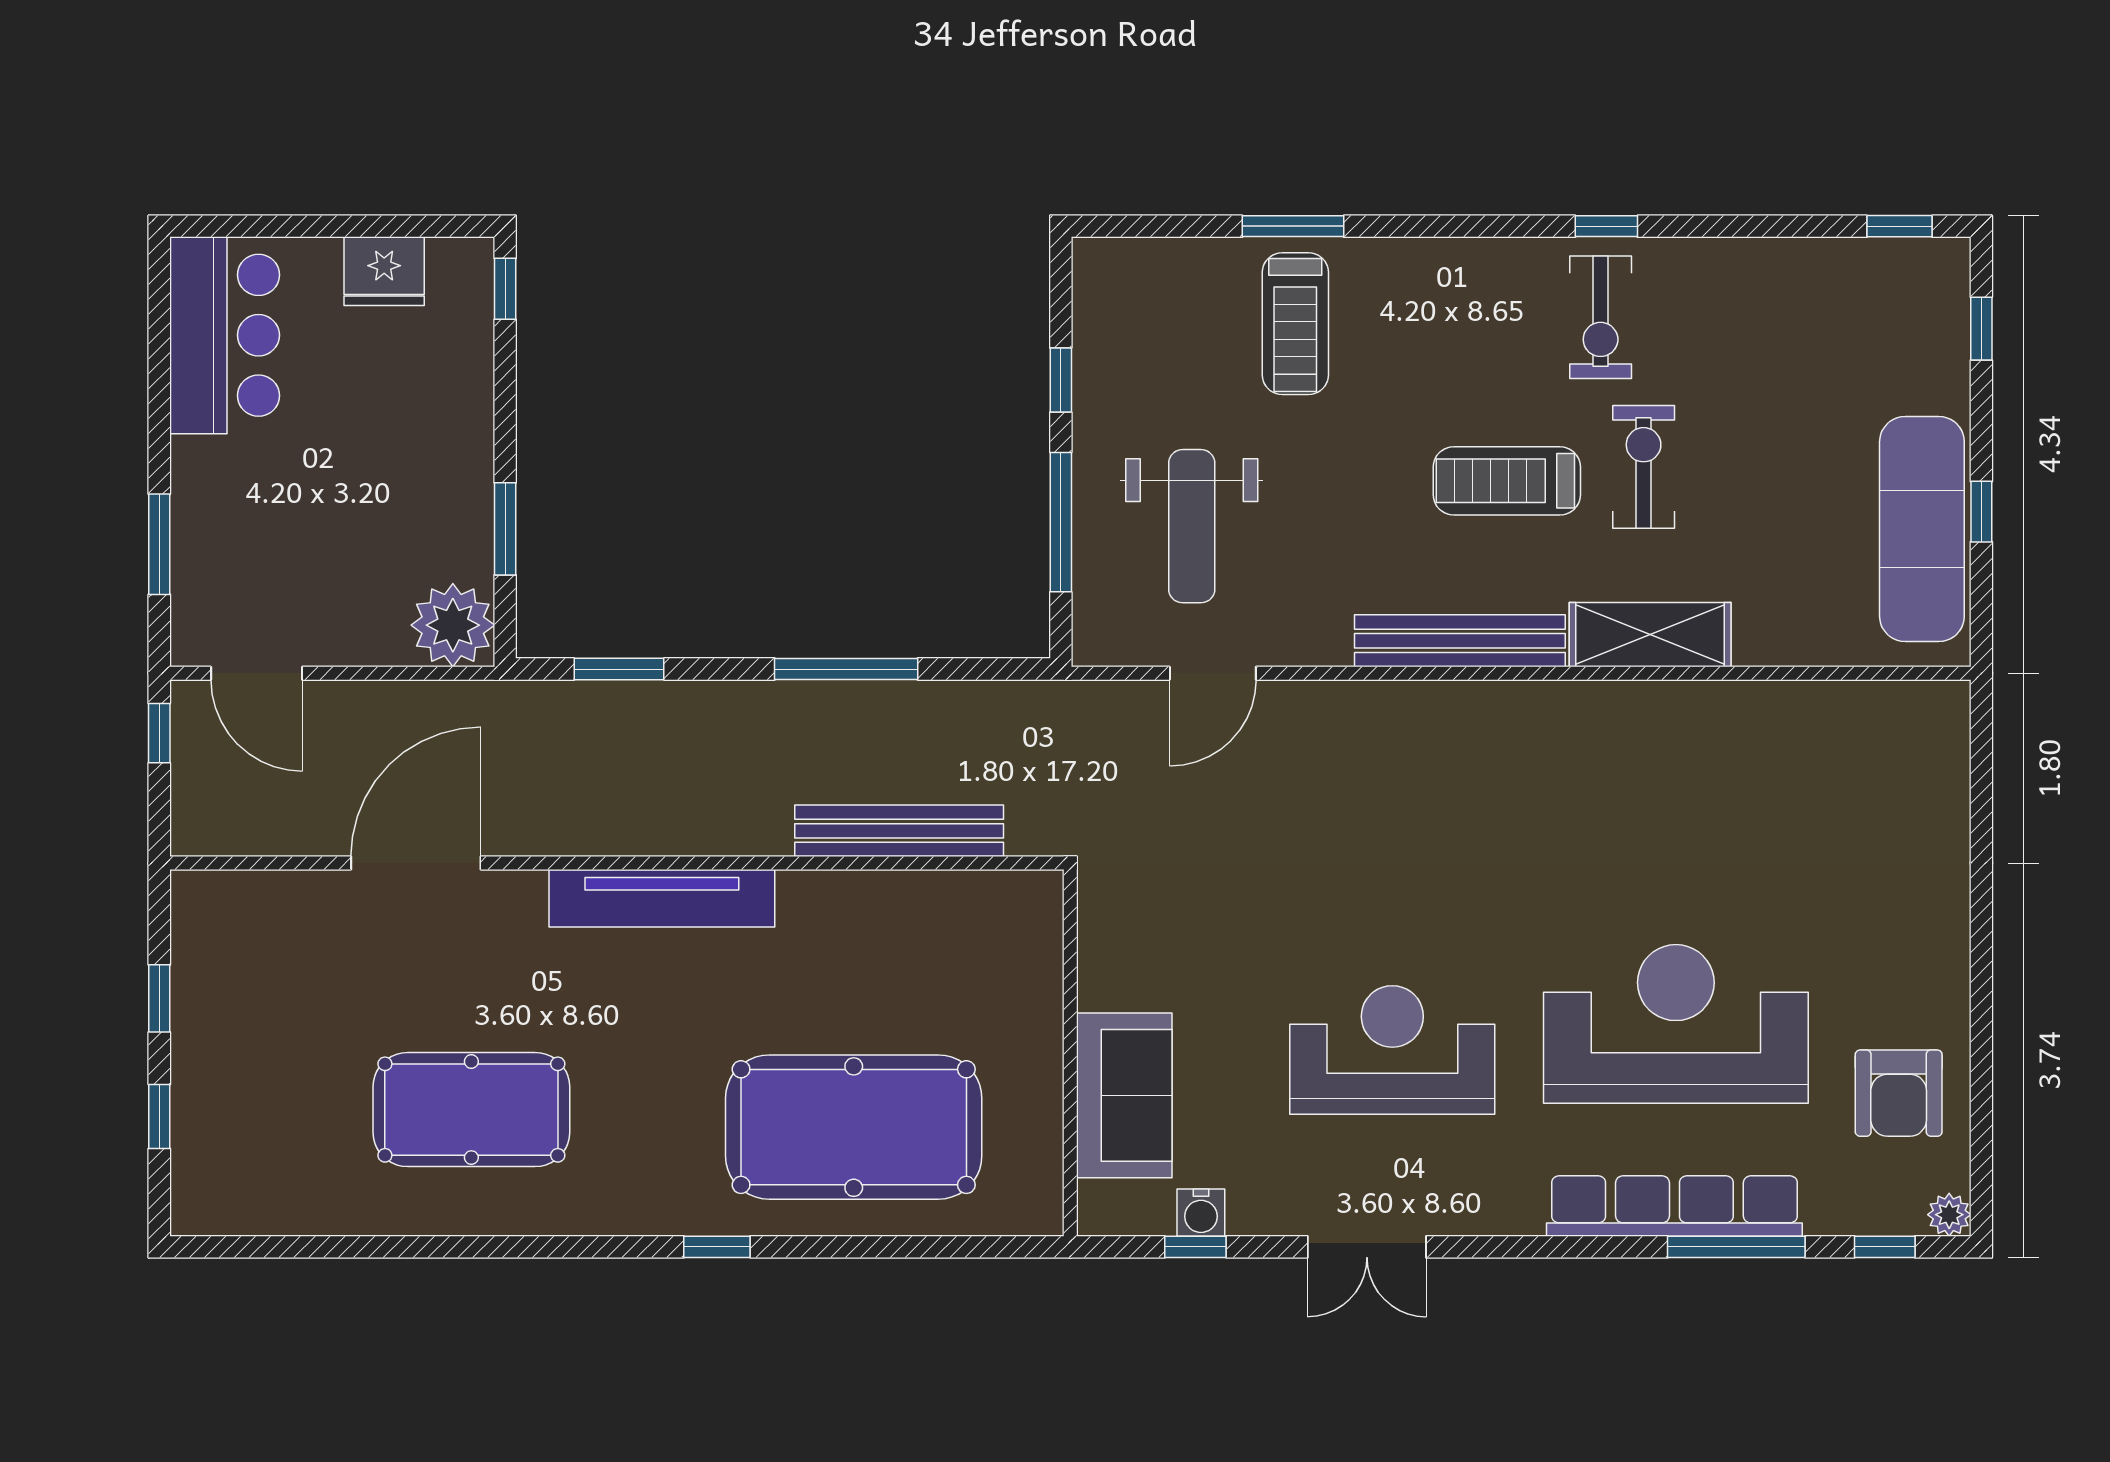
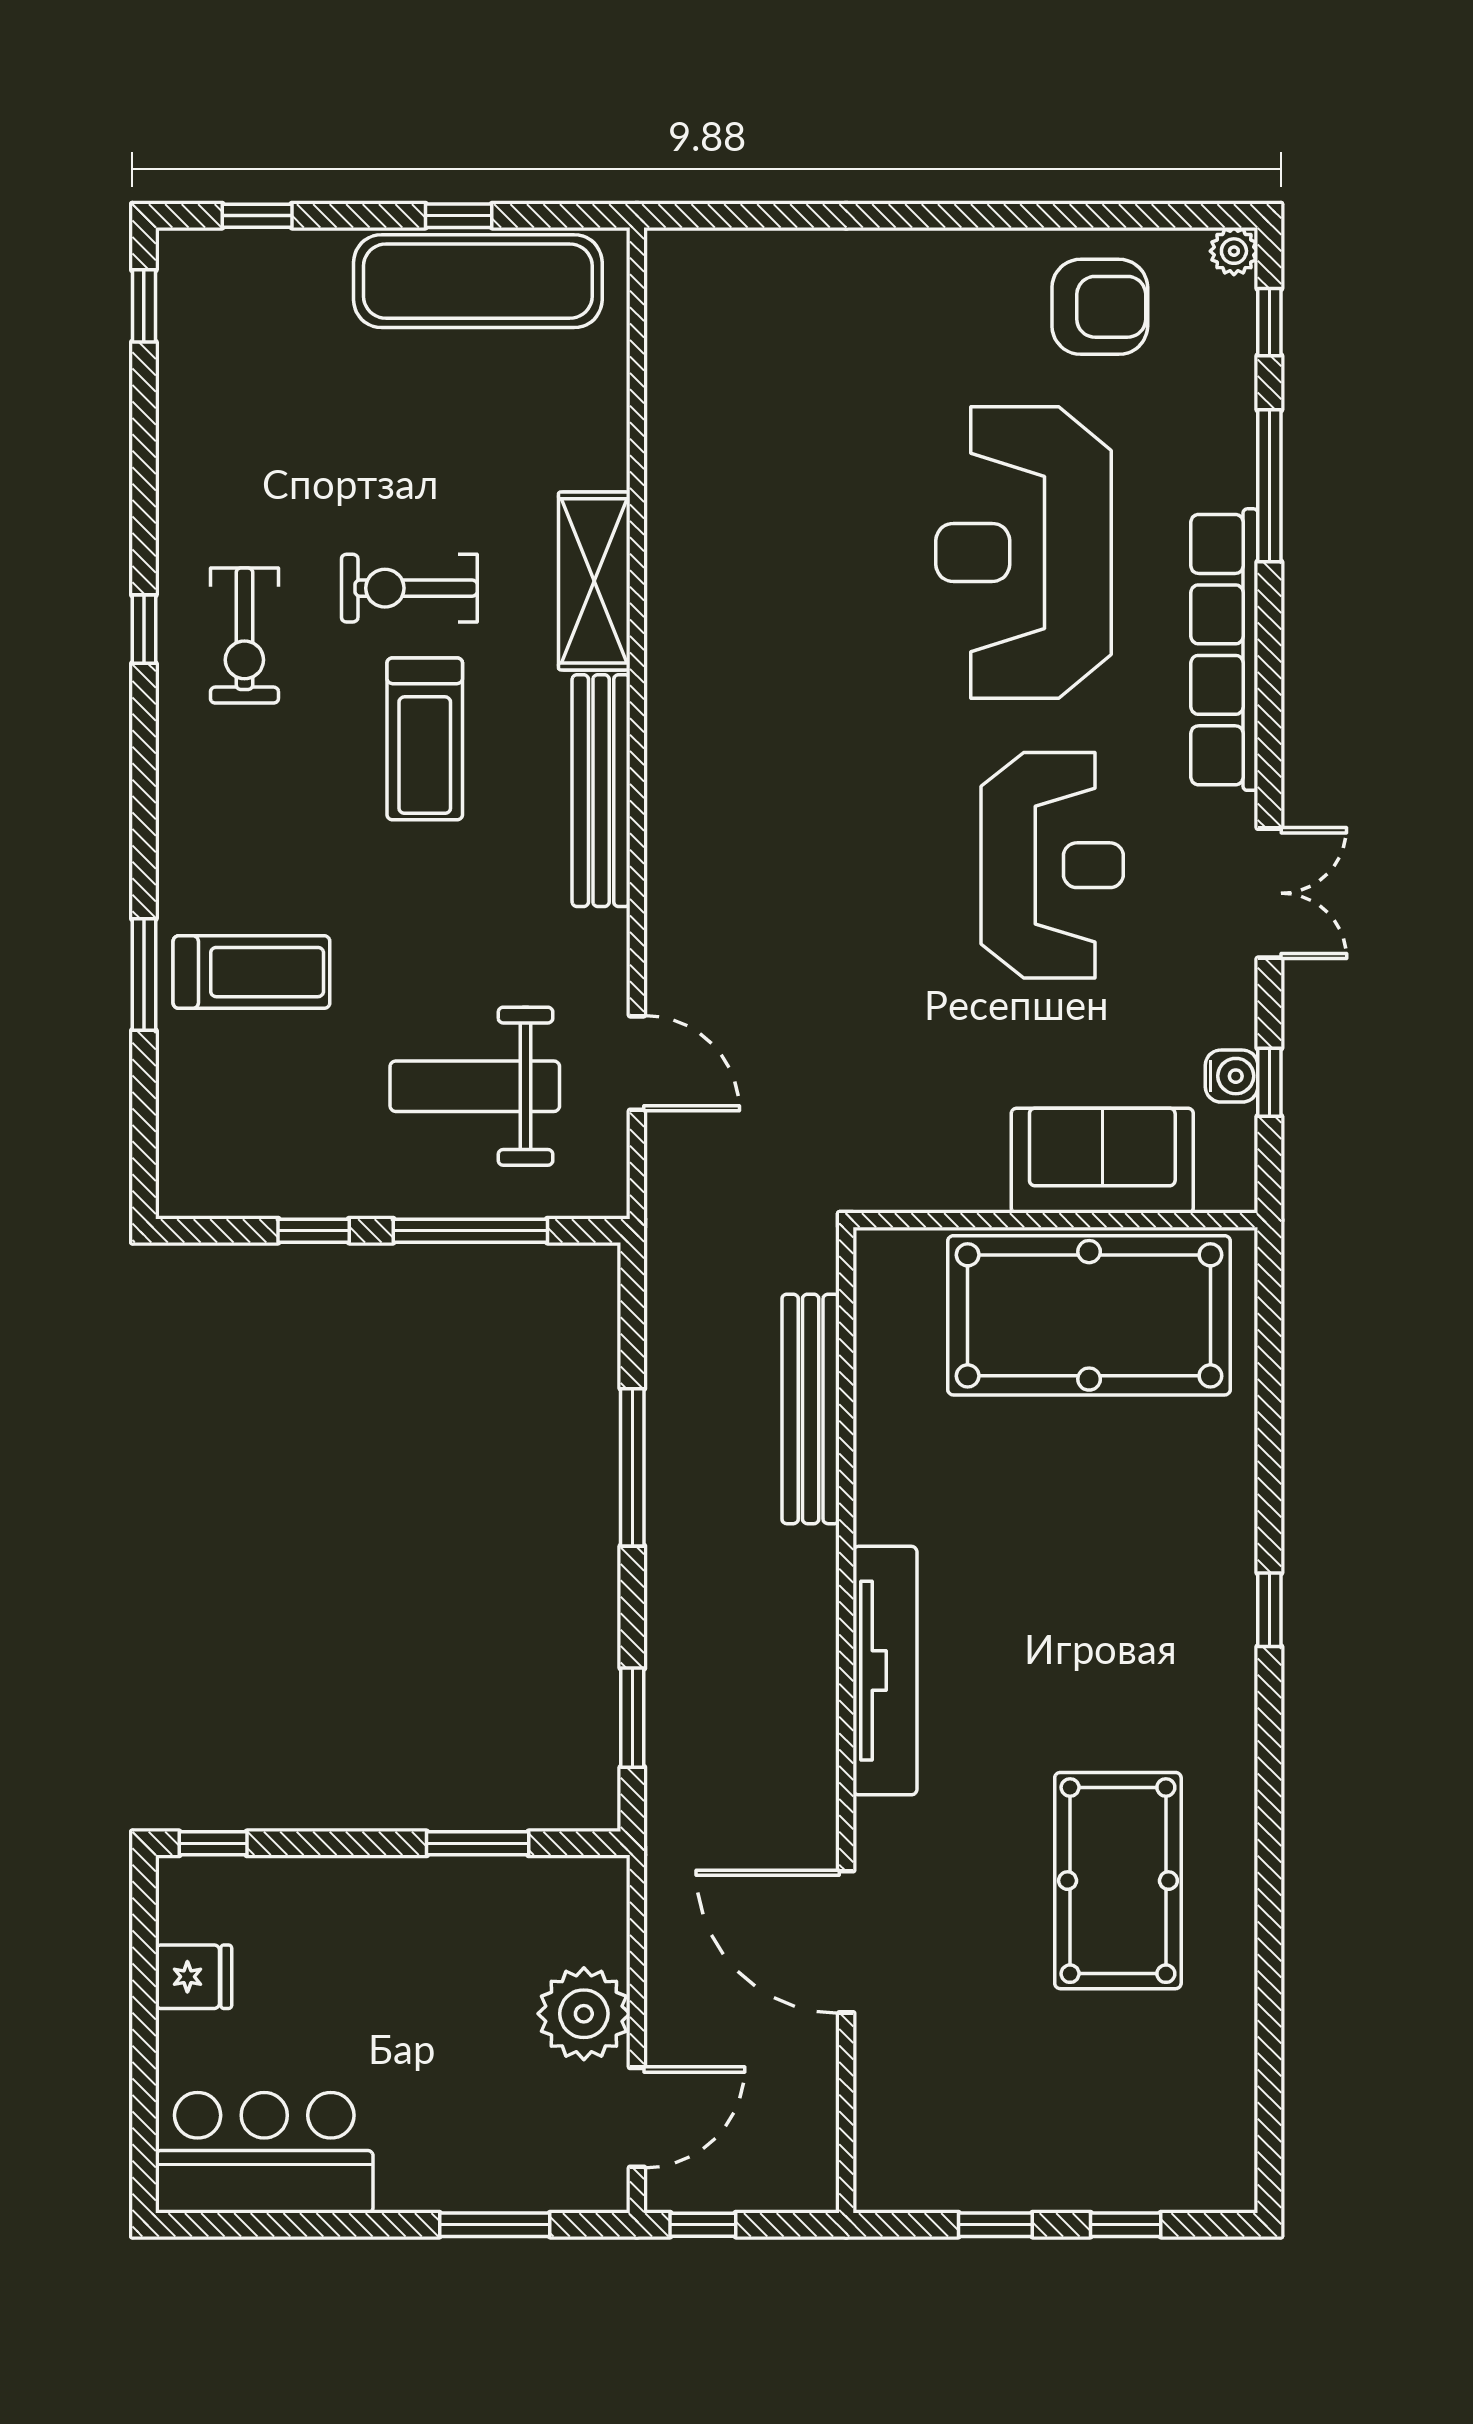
fridge: (384, 271) -> (194, 1977), width x0.72
exercise bike: (1601, 317) -> (244, 636), turned 90
weight bench: (1192, 526) -> (475, 1086), turned 180
plant: (453, 625) -> (584, 2014), moved
reception desk: (1392, 1050) -> (1052, 865), turned 180
pool table: (854, 1127) -> (1089, 1315), moved, turned 90
row of seats: (1674, 1206) -> (1224, 650), moved

